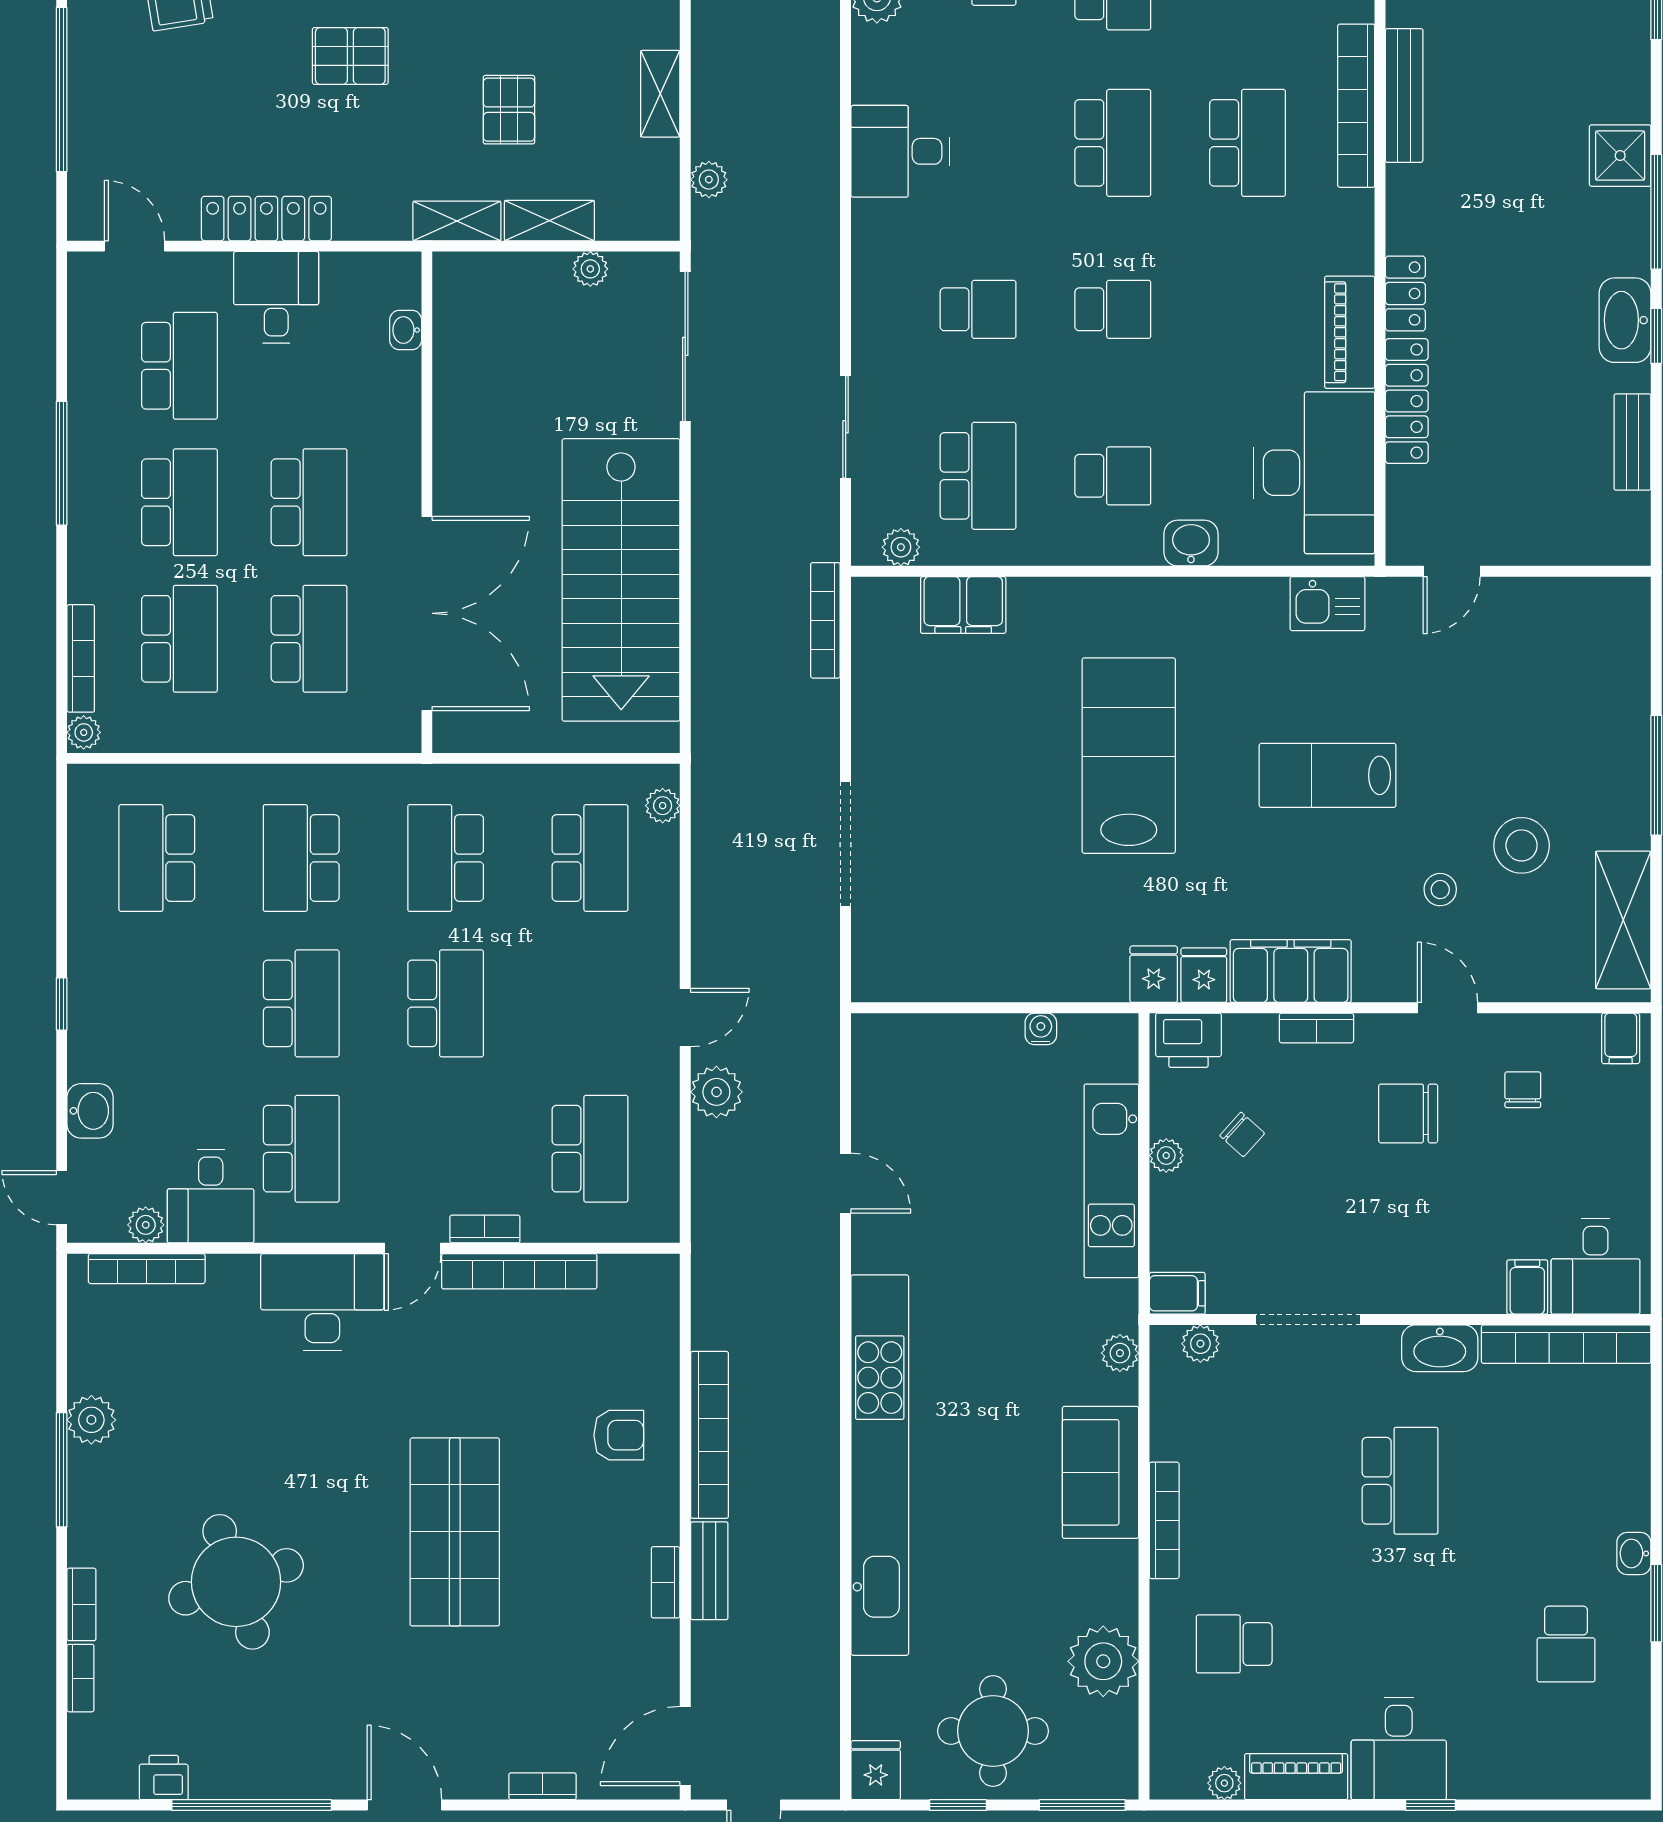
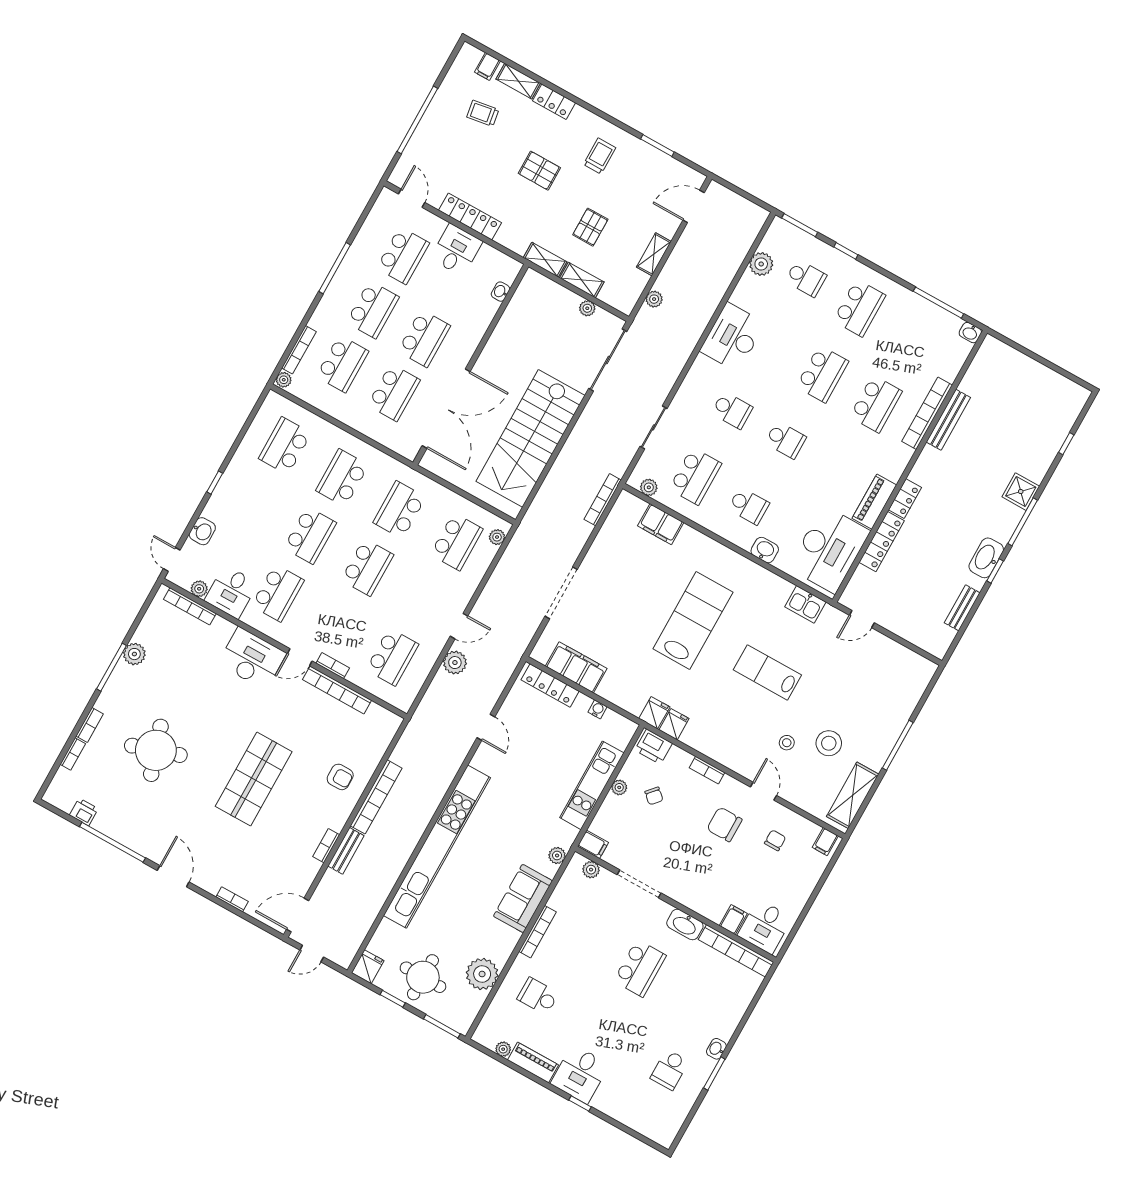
desk: (900, 151) -> (732, 337), width x1.37
filing cabinet: (1291, 971) -> (576, 667), moved
locker: (924, 1034) -> (550, 685), added

